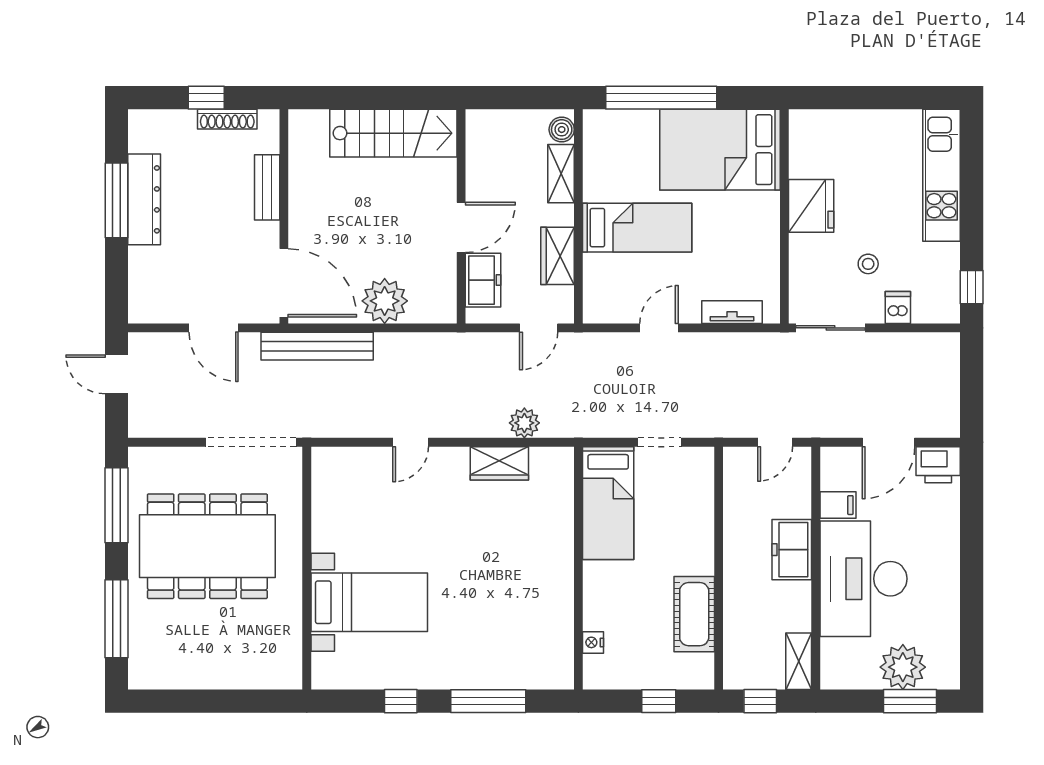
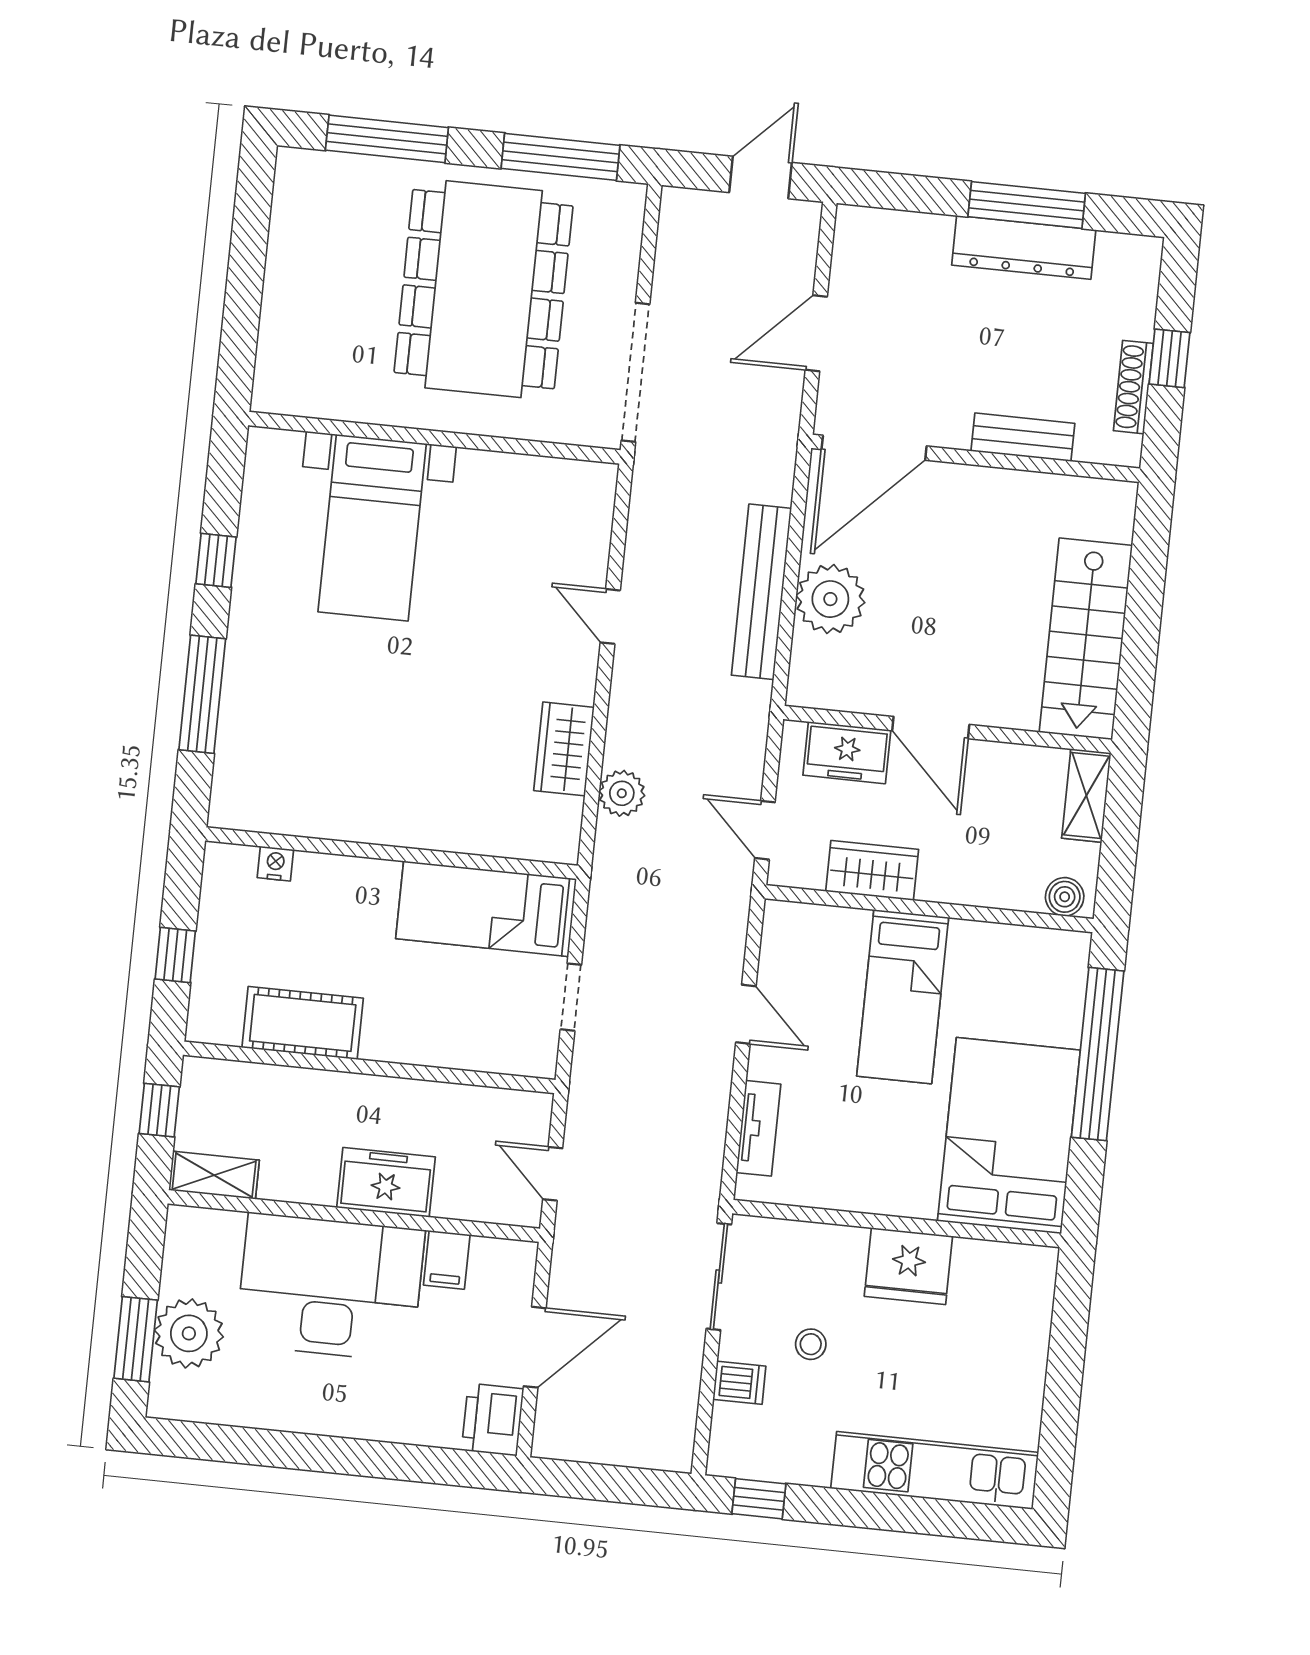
shelving: (561, 174) -> (1086, 796), moved, turned 90
bench: (317, 346) -> (761, 592), moved
door: (889, 442) -> (535, 1347), swing flipped

